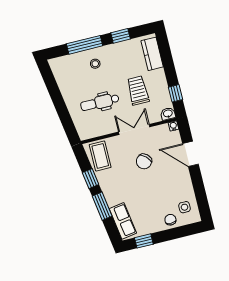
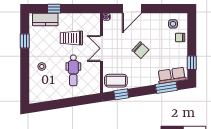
window: (85, 45) -> (25, 71), removed
window: (176, 93) -> (54, 9), moved
washbasin: (168, 114) -> (96, 19), removed
chair: (144, 161) -> (141, 50), moved
window: (91, 179) -> (121, 94), moved
window: (102, 206) -> (166, 87), moved

